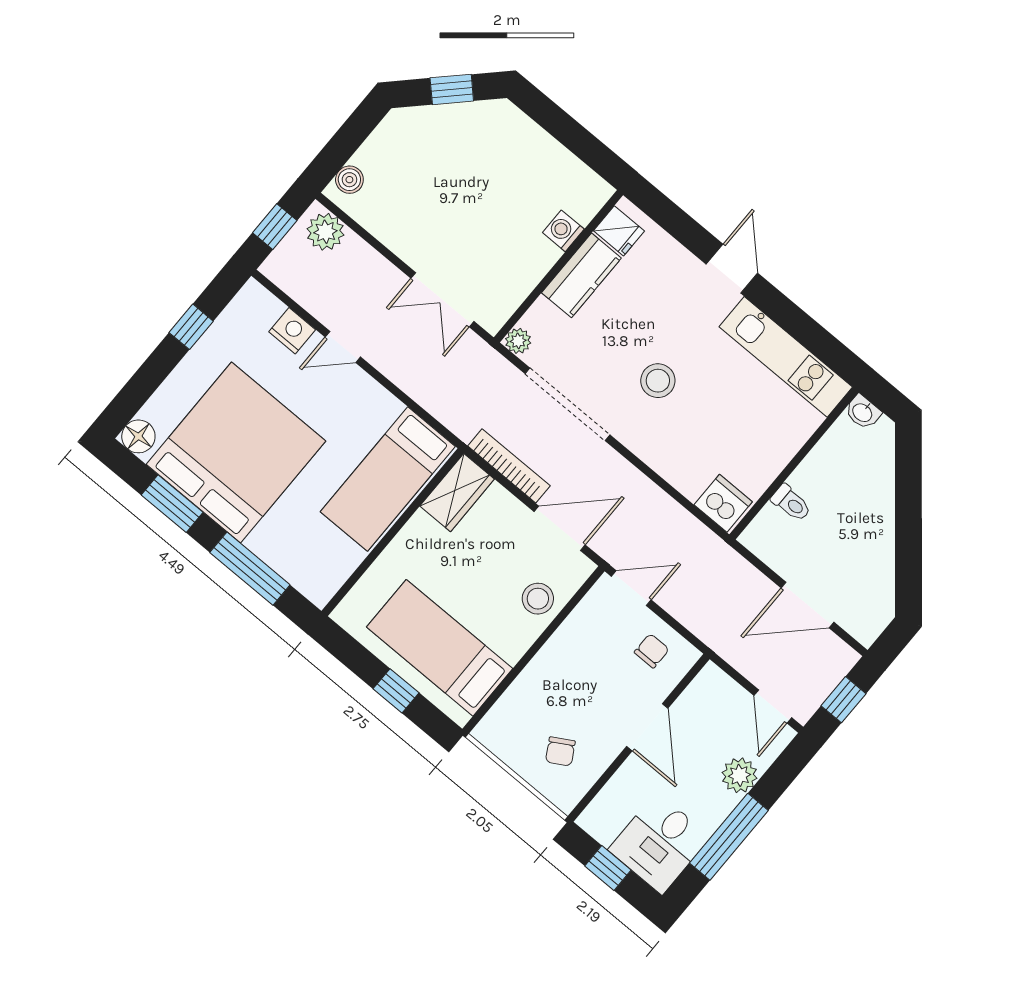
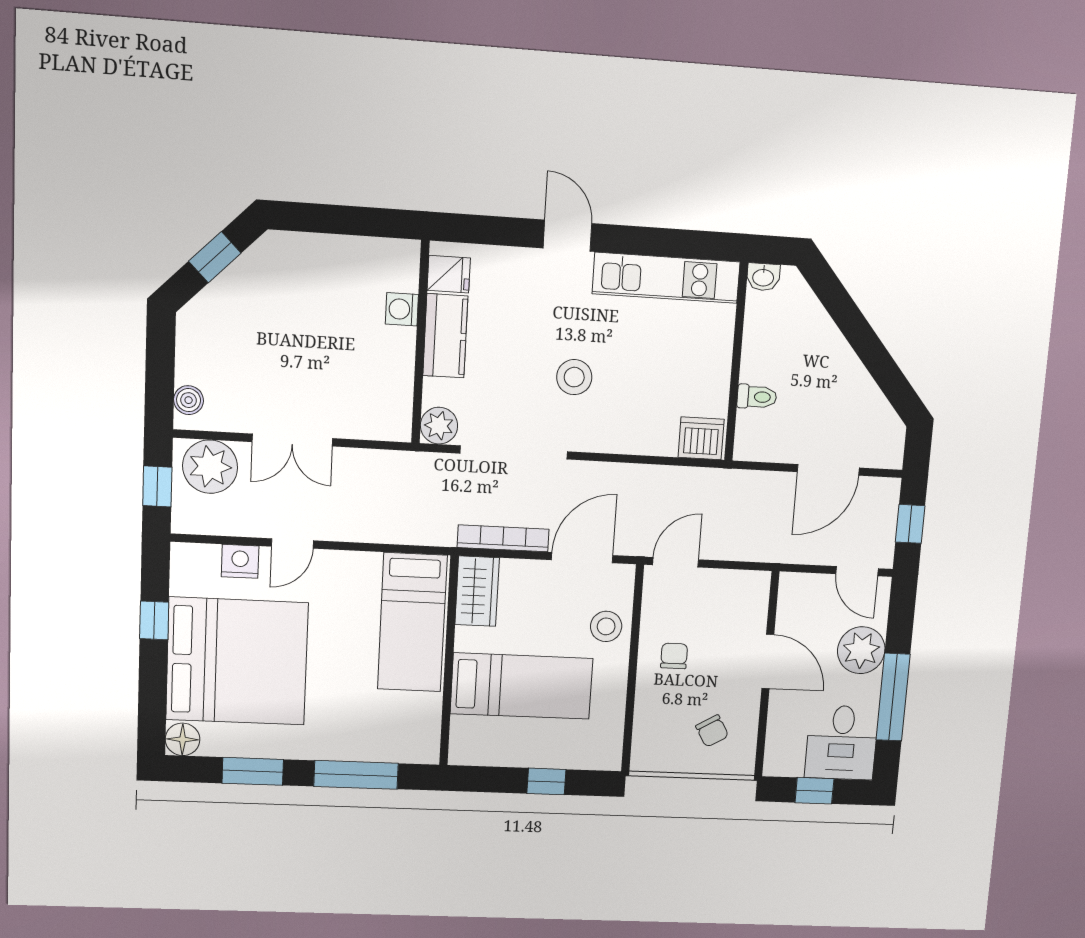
plant: (325, 232) -> (210, 467), width x1.36, depth x1.36
double door: (442, 300) -> (292, 440), moved
plant: (518, 341) -> (439, 426), width x1.38, depth x1.38
bed: (236, 453) -> (237, 661), moved, turned 90
bed: (440, 648) -> (522, 686), moved, turned 180
chair: (652, 651) -> (674, 656), moved
plant: (739, 775) -> (861, 650), width x1.36, depth x1.36

